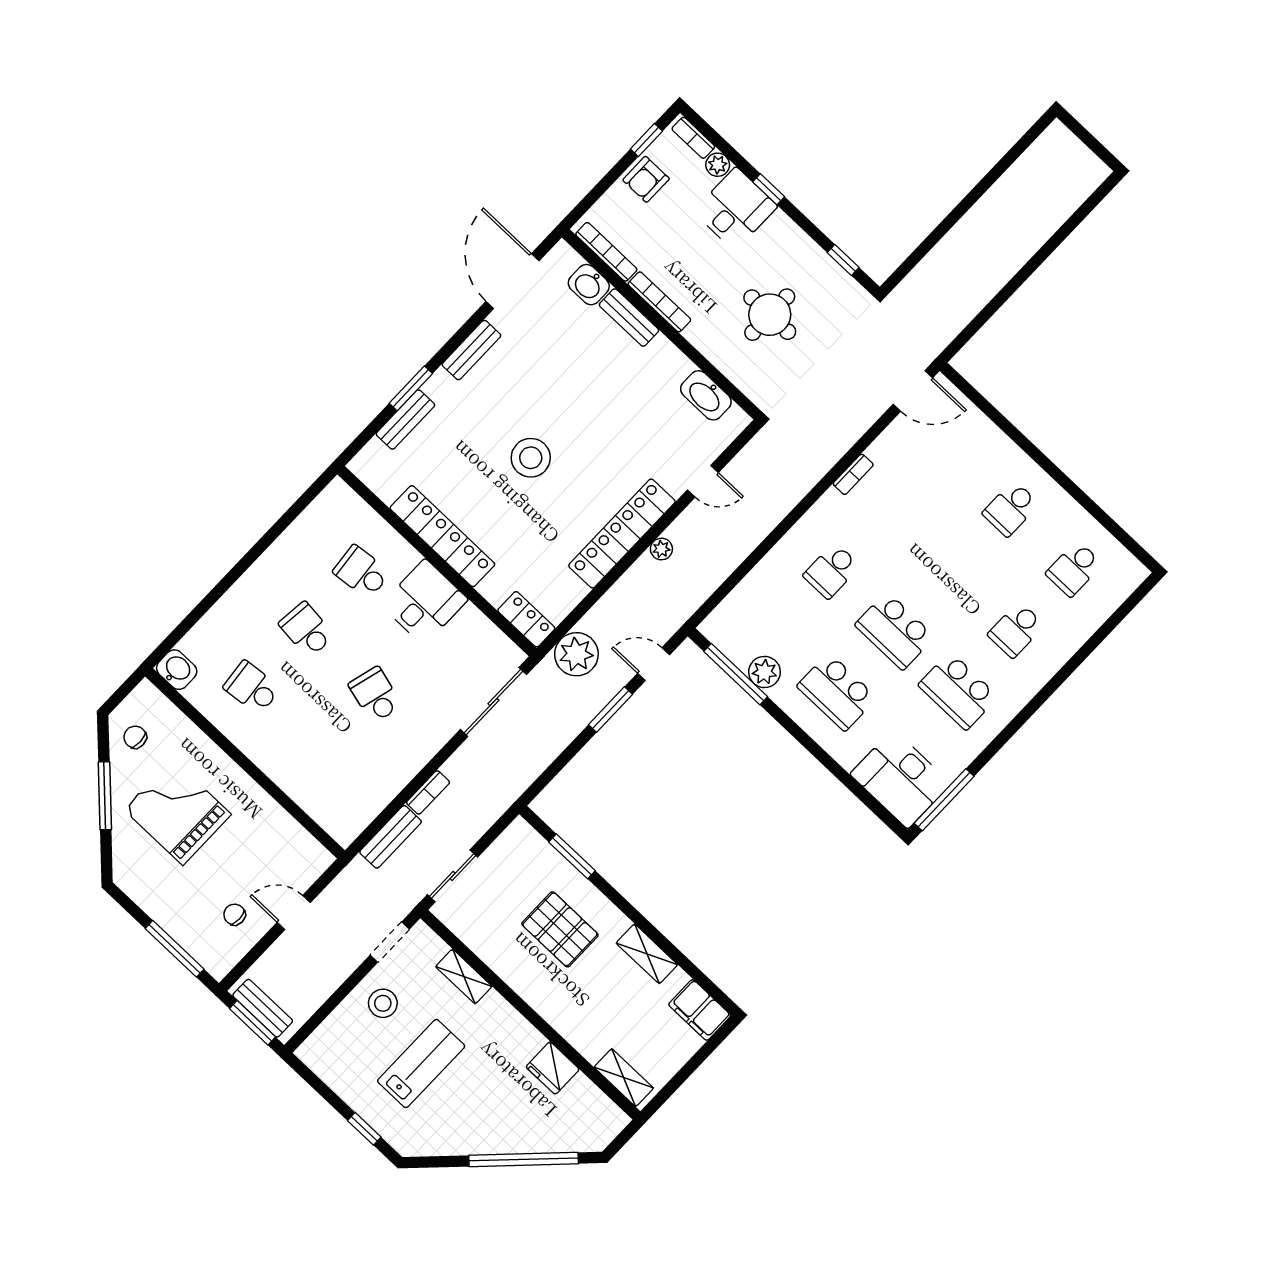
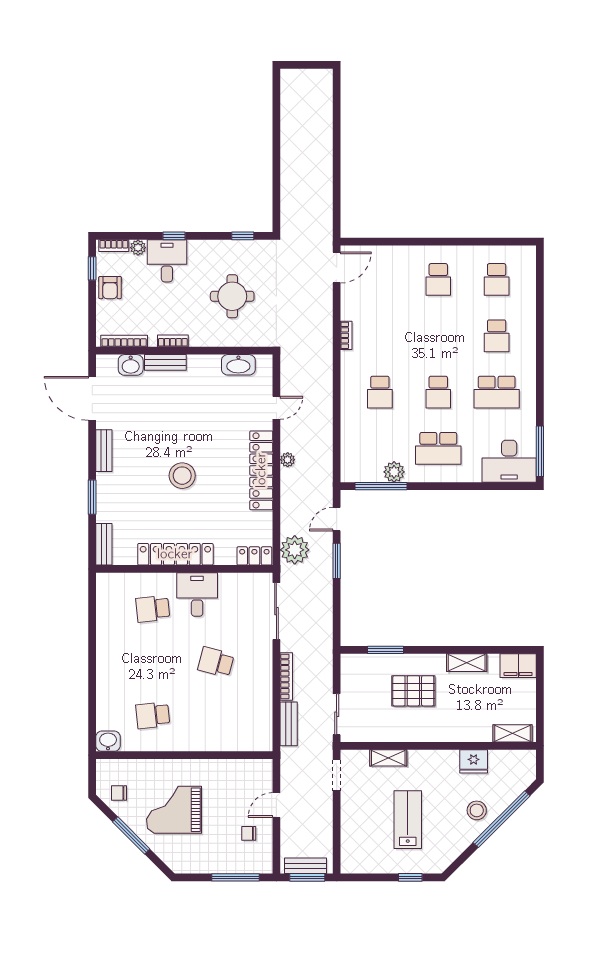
bookcase: (659, 302) -> (173, 341), width x0.64
bench: (405, 419) -> (104, 544), moved
school desk: (307, 630) -> (153, 662), removed
school desk: (895, 631) -> (438, 392), width x0.54
bookcase: (428, 792) -> (286, 676), width x1.56
stool: (383, 1003) -> (477, 810), moved

